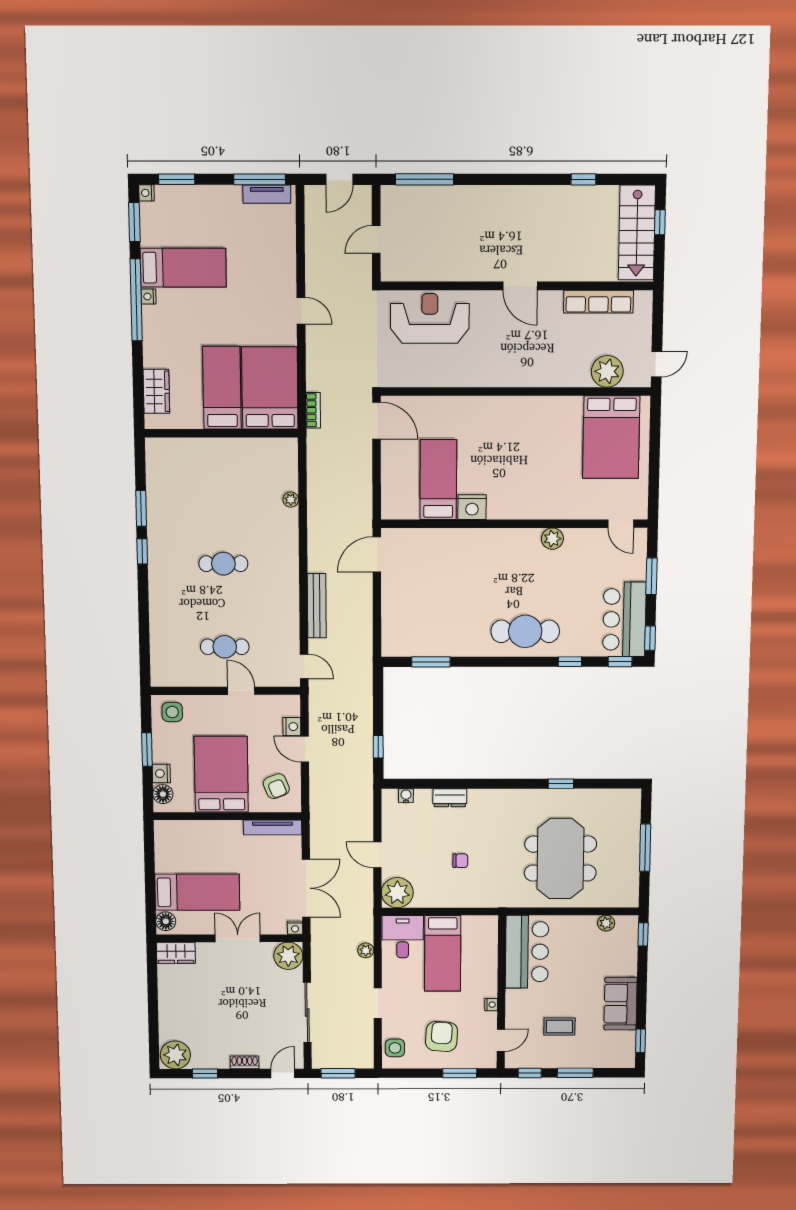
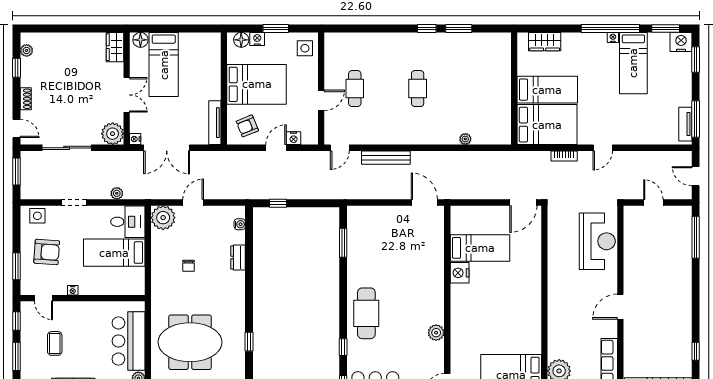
nightstand: (146, 193) -> (681, 42), width x1.89, depth x1.79
bookcase: (313, 410) -> (564, 156), moved
bar counter: (527, 952) -> (129, 341), moved, turned 90
plant: (175, 1055) -> (27, 50), width x0.53, depth x0.53

